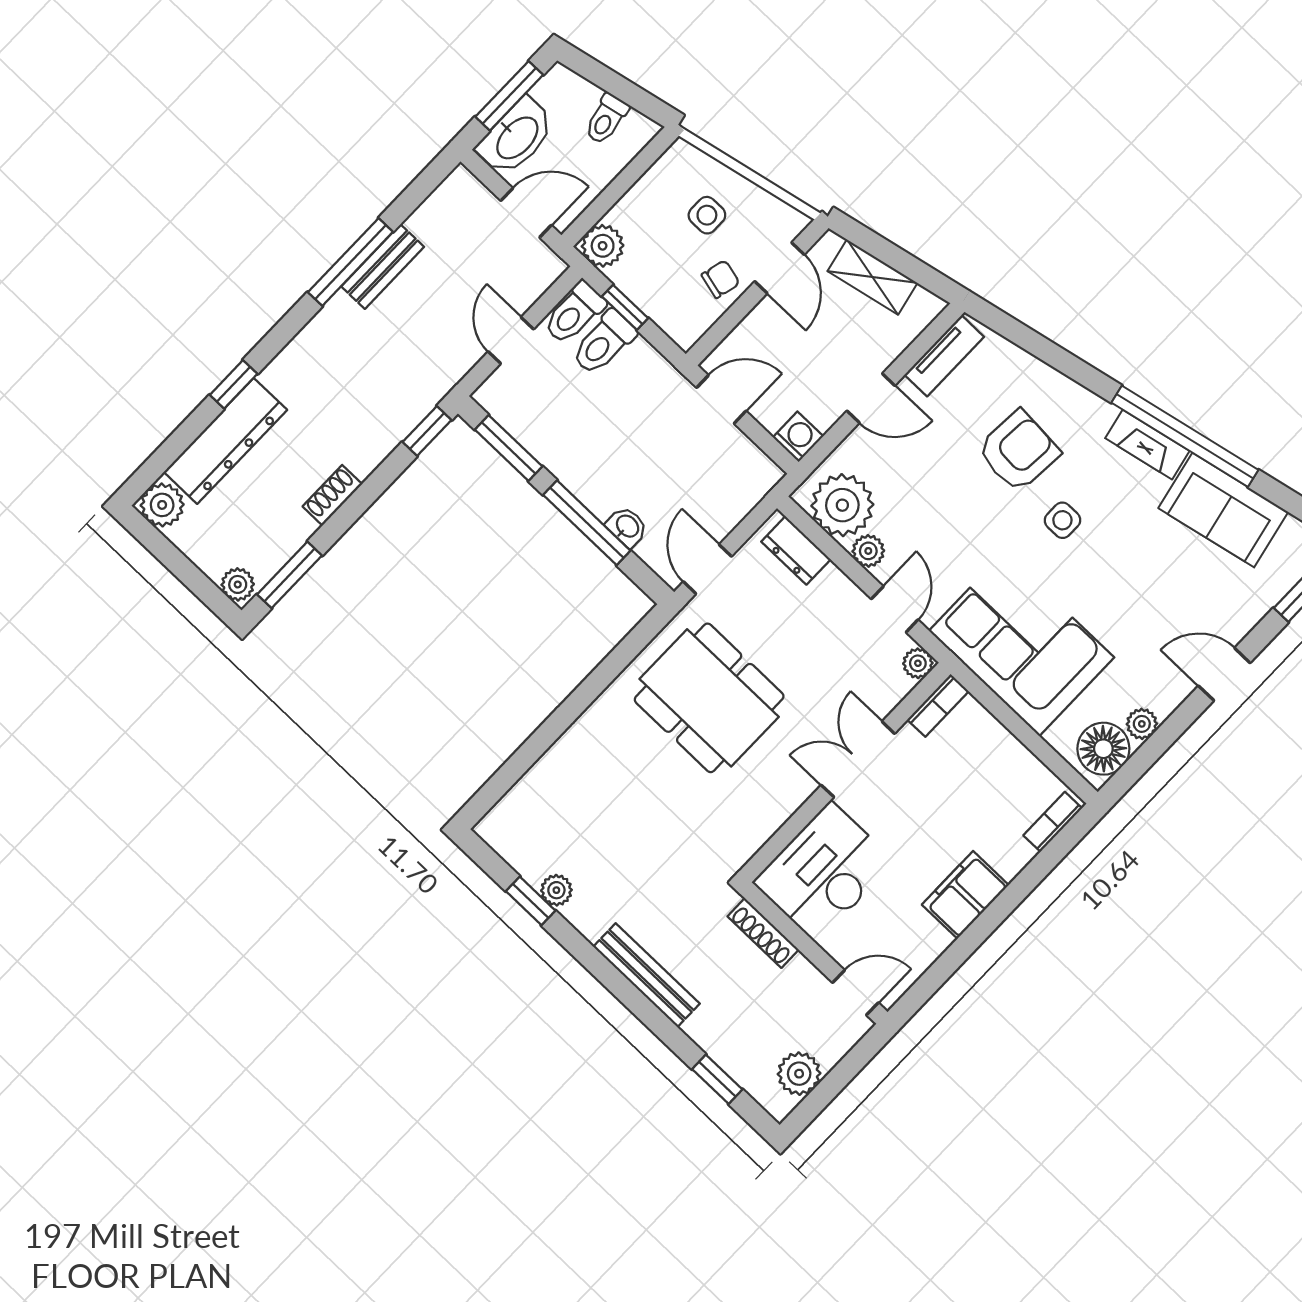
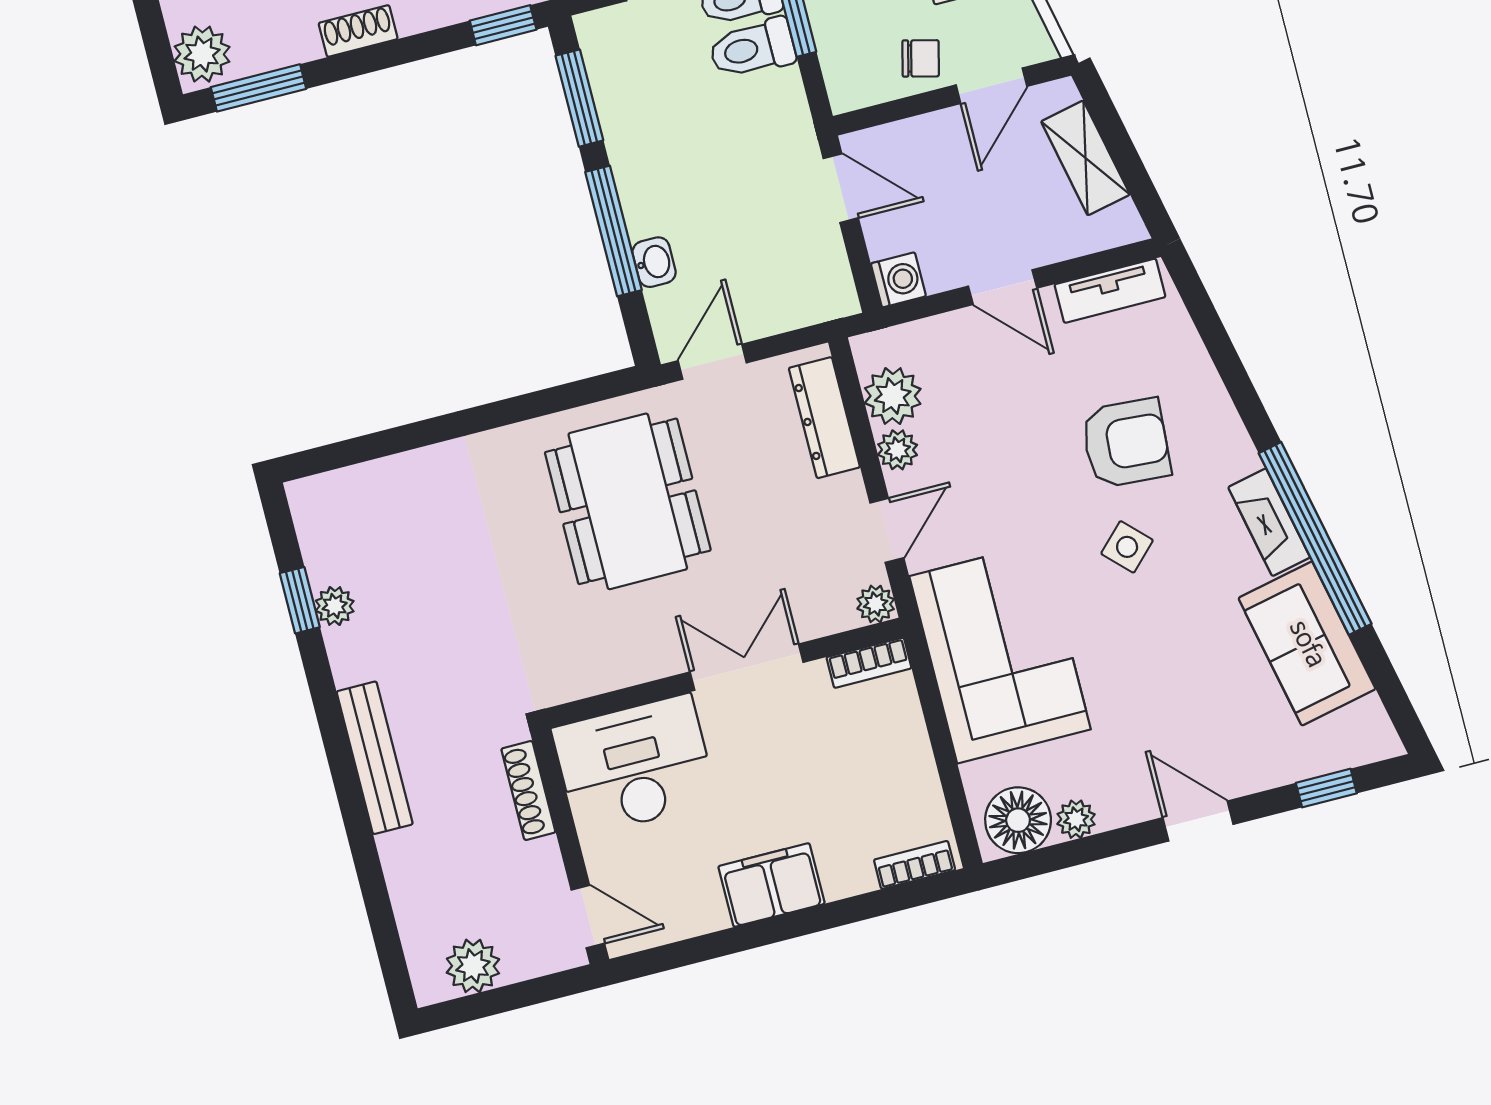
plant: (842, 505) -> (893, 396), width x0.73, depth x0.73
side table: (1062, 520) -> (1127, 547), turned 45
dresser: (796, 550) -> (824, 418), width x1.44
plant: (238, 584) -> (202, 54), width x1.38, depth x1.38
window: (717, 1079) -> (381, 917), removed

